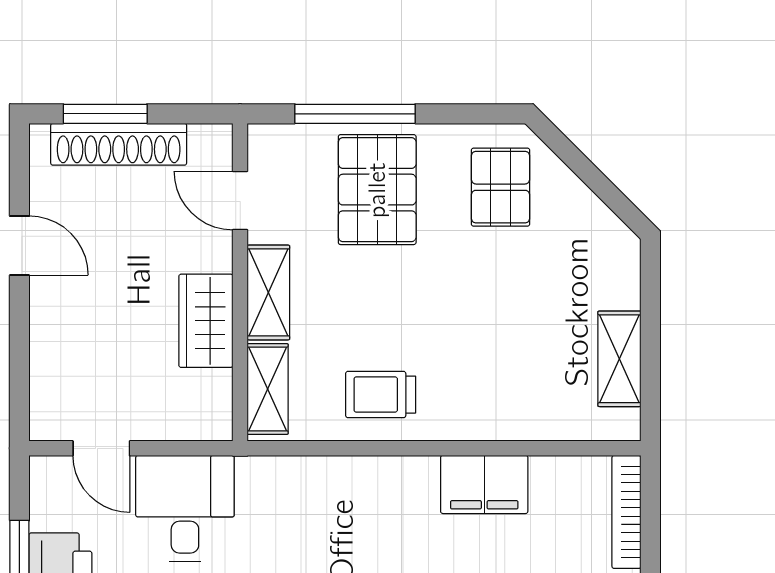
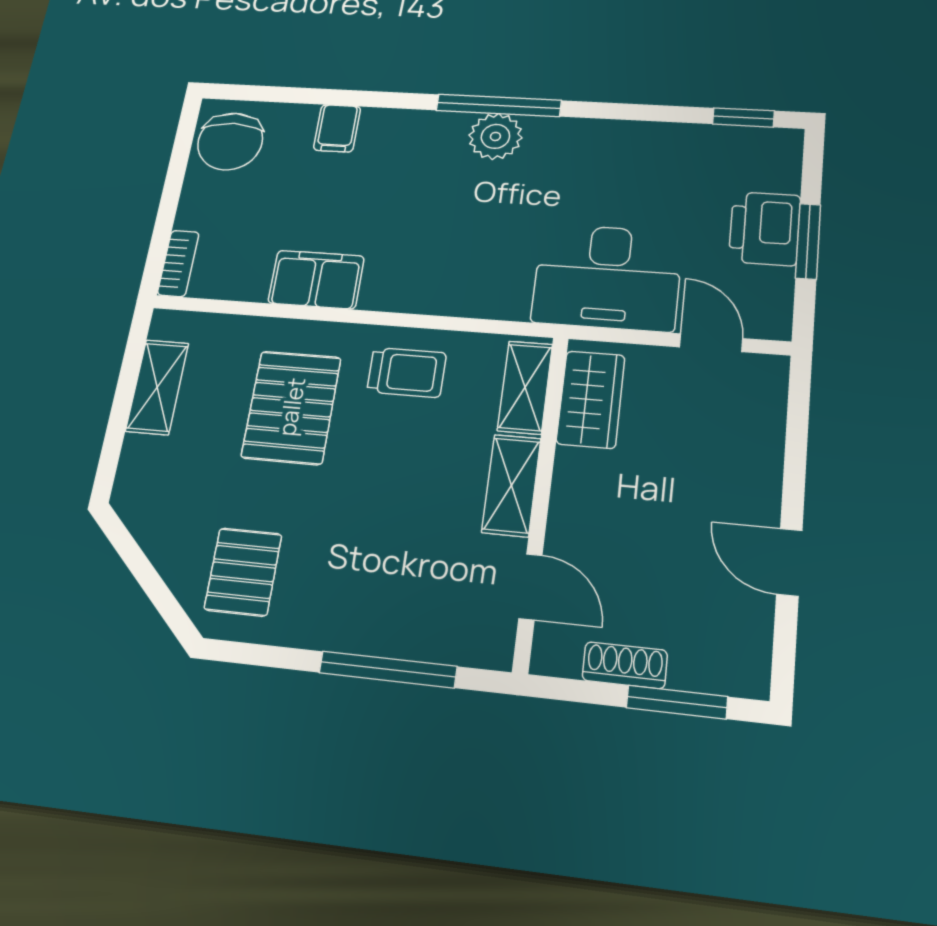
shoe rack: (119, 144) -> (625, 665), width x0.51, depth x0.81
pallet: (377, 190) -> (291, 407), moved
wardrobe: (206, 321) -> (591, 399), moved
desk: (185, 508) -> (607, 277), width x1.37
bookcase: (626, 512) -> (178, 263), width x0.64

